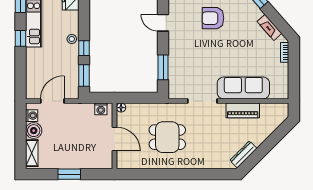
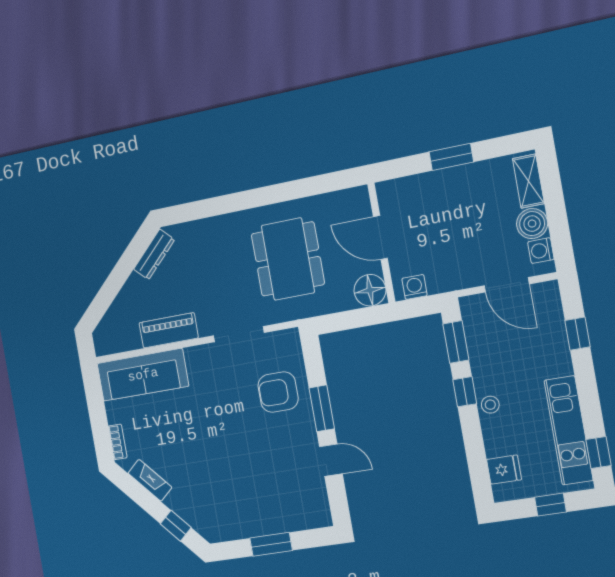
armchair: (213, 18) -> (278, 392), moved, turned 180
window: (21, 38) -> (577, 334), moved
window: (163, 67) -> (322, 408), moved
sofa: (243, 88) -> (143, 375), moved
door: (52, 101) -> (507, 285), hinge flipped
floor lamp: (121, 108) -> (370, 290), width x1.89, depth x1.89
dining table: (167, 137) -> (288, 259), width x1.38

